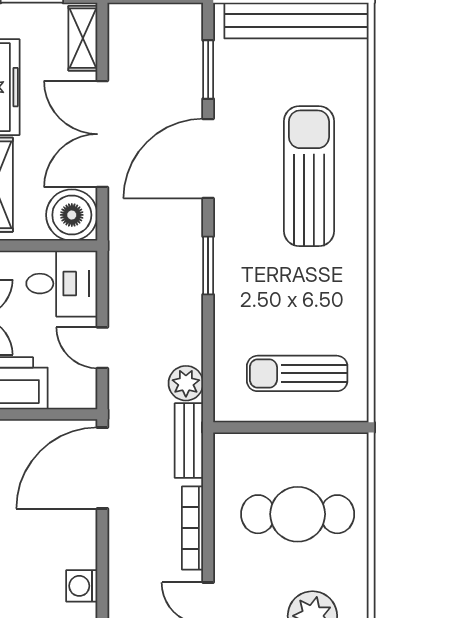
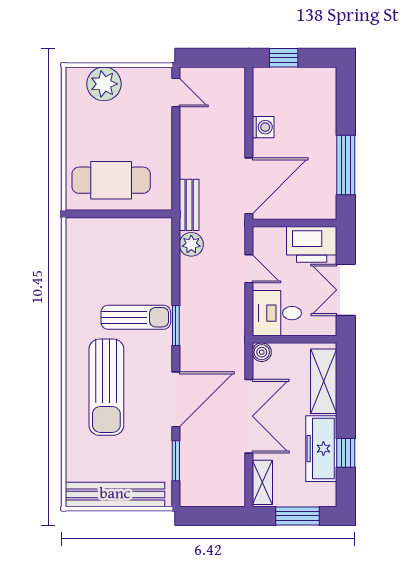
boiler: (72, 215) -> (262, 352), width x0.54, depth x0.54
sun lounger: (297, 373) -> (136, 317), moved
cafe table: (298, 514) -> (111, 180), moved
bookcase: (193, 528) -> (187, 144), removed
washing machine: (82, 586) -> (263, 127), moved

